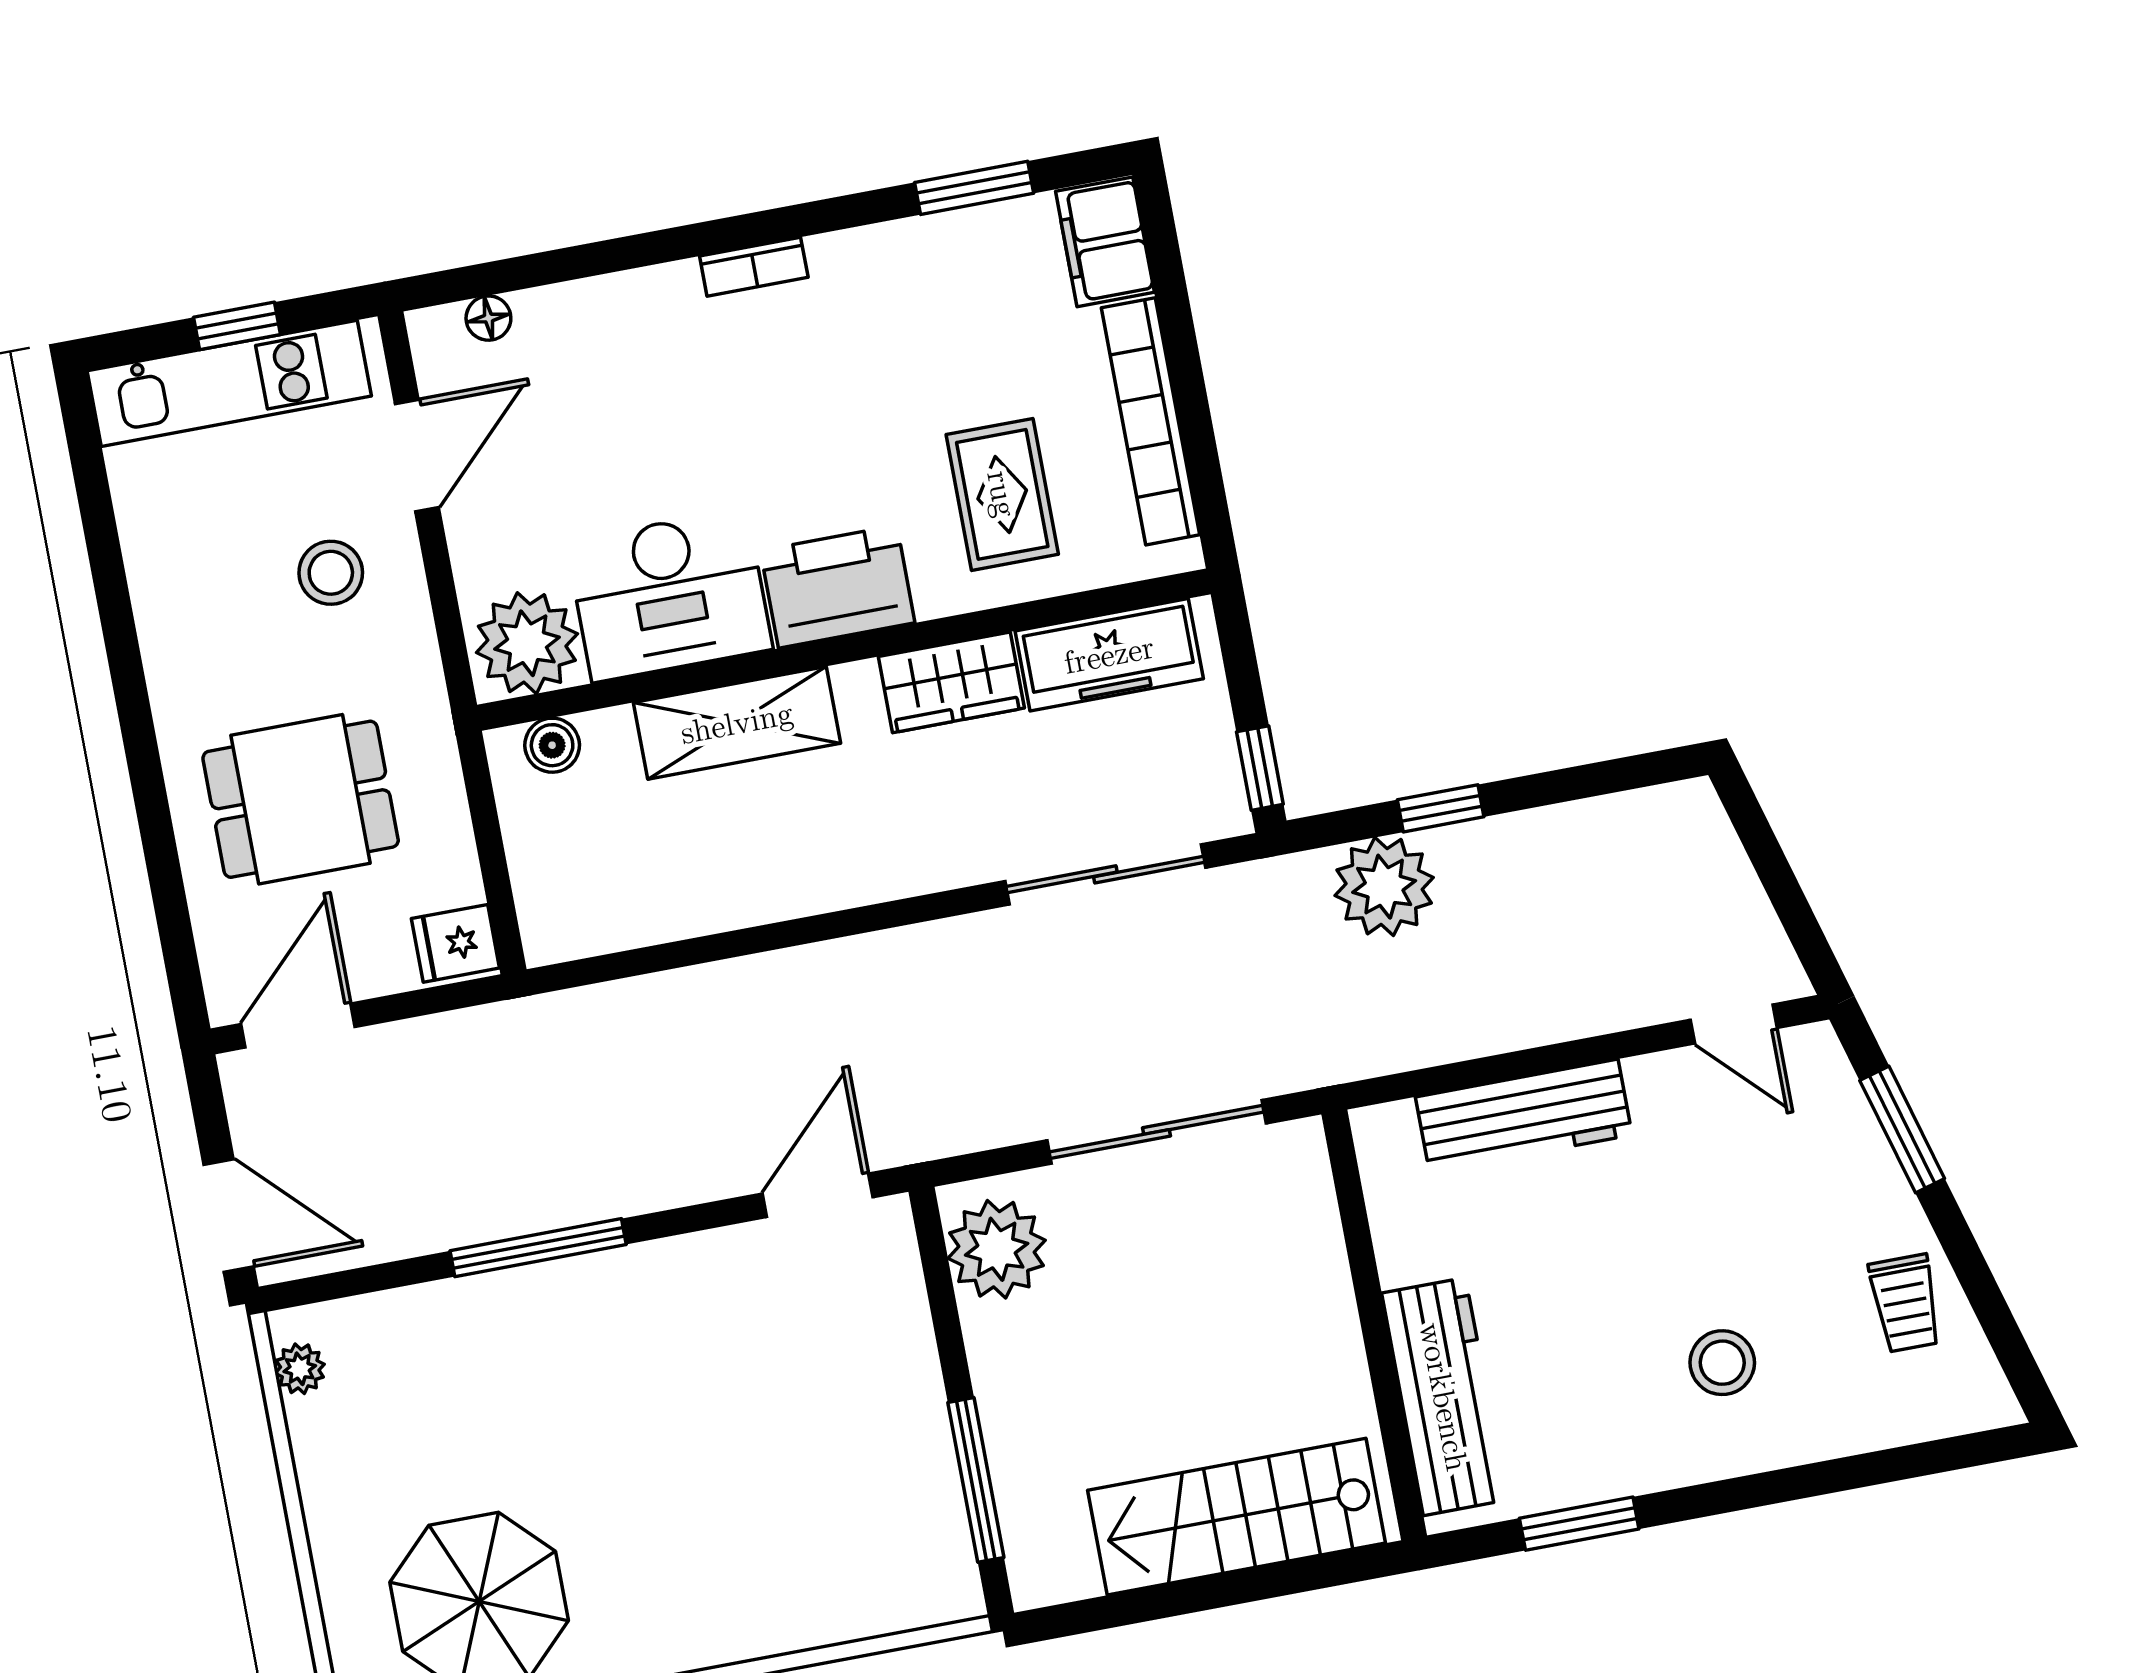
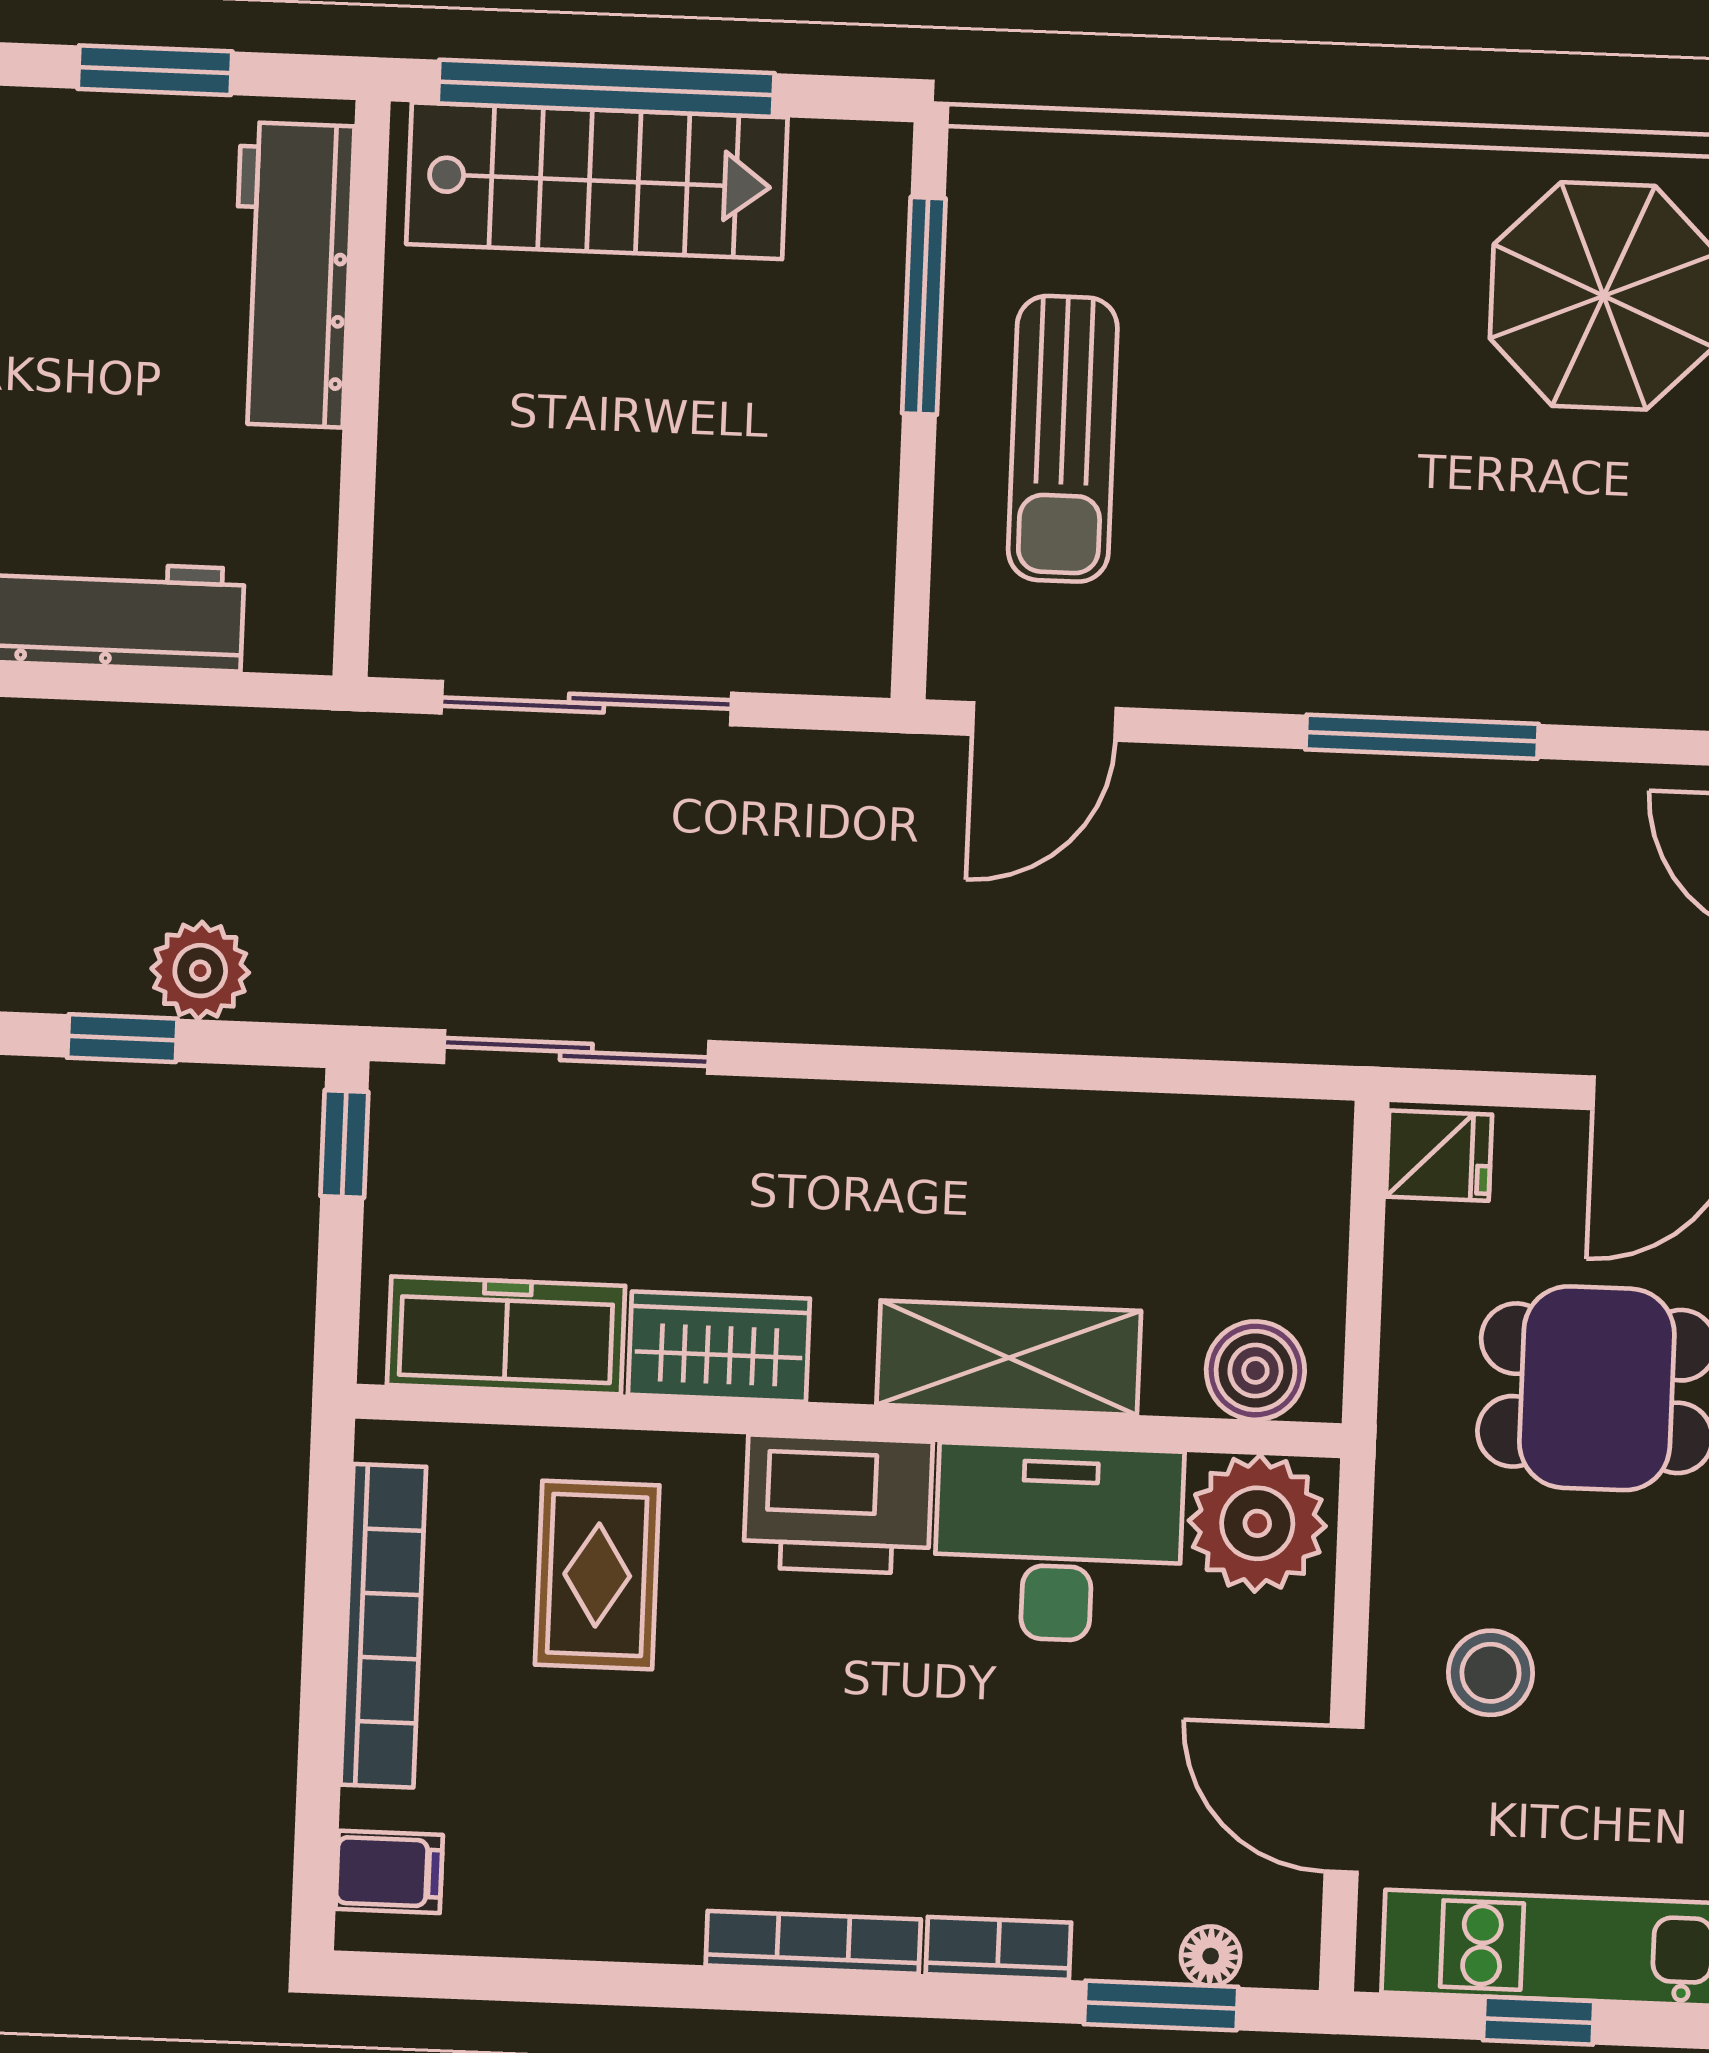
window: (974, 188) -> (1161, 2005), moved
filing cabinet: (1105, 242) -> (389, 1872), width x0.50
bookcase: (754, 267) -> (813, 1942), width x1.56
bookcase: (645, 288) -> (998, 1948), added
door: (417, 456) -> (1344, 1799), hinge flipped
boiler: (552, 745) -> (1255, 1371), width x1.36, depth x1.36
plant: (1384, 887) -> (200, 971), width x0.73, depth x0.73
plant: (997, 1249) -> (828, 599), removed
sun lounger: (852, 1406) -> (1063, 439), added
window: (1245, 1586) -> (606, 88), added

